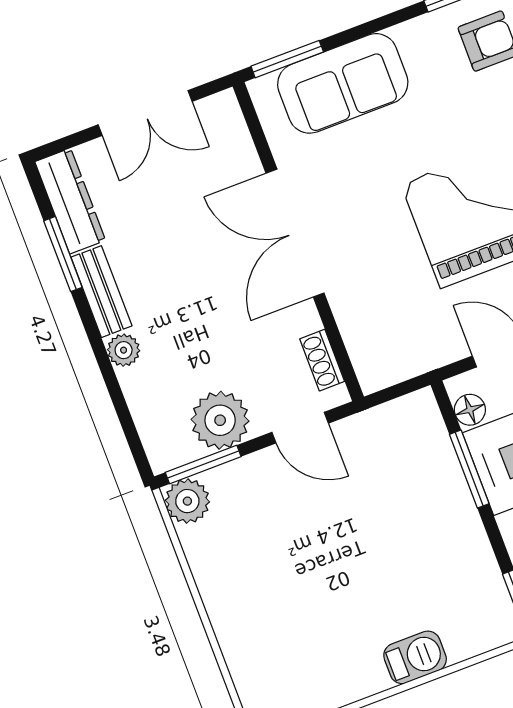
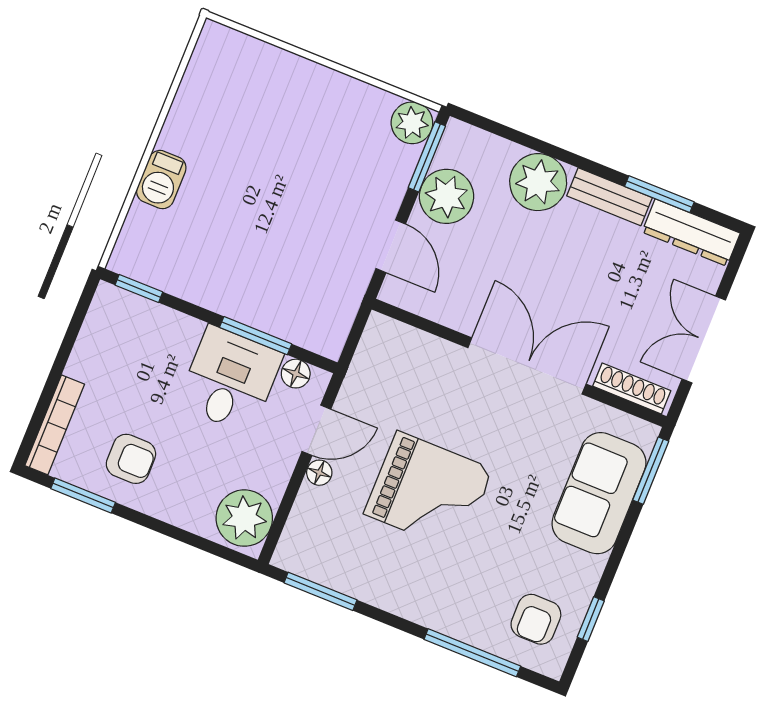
plant: (124, 350) -> (538, 182), width x1.88, depth x1.88
shoe rack: (322, 360) -> (632, 388), moved, width x1.43
door: (300, 428) -> (391, 246), swing flipped

